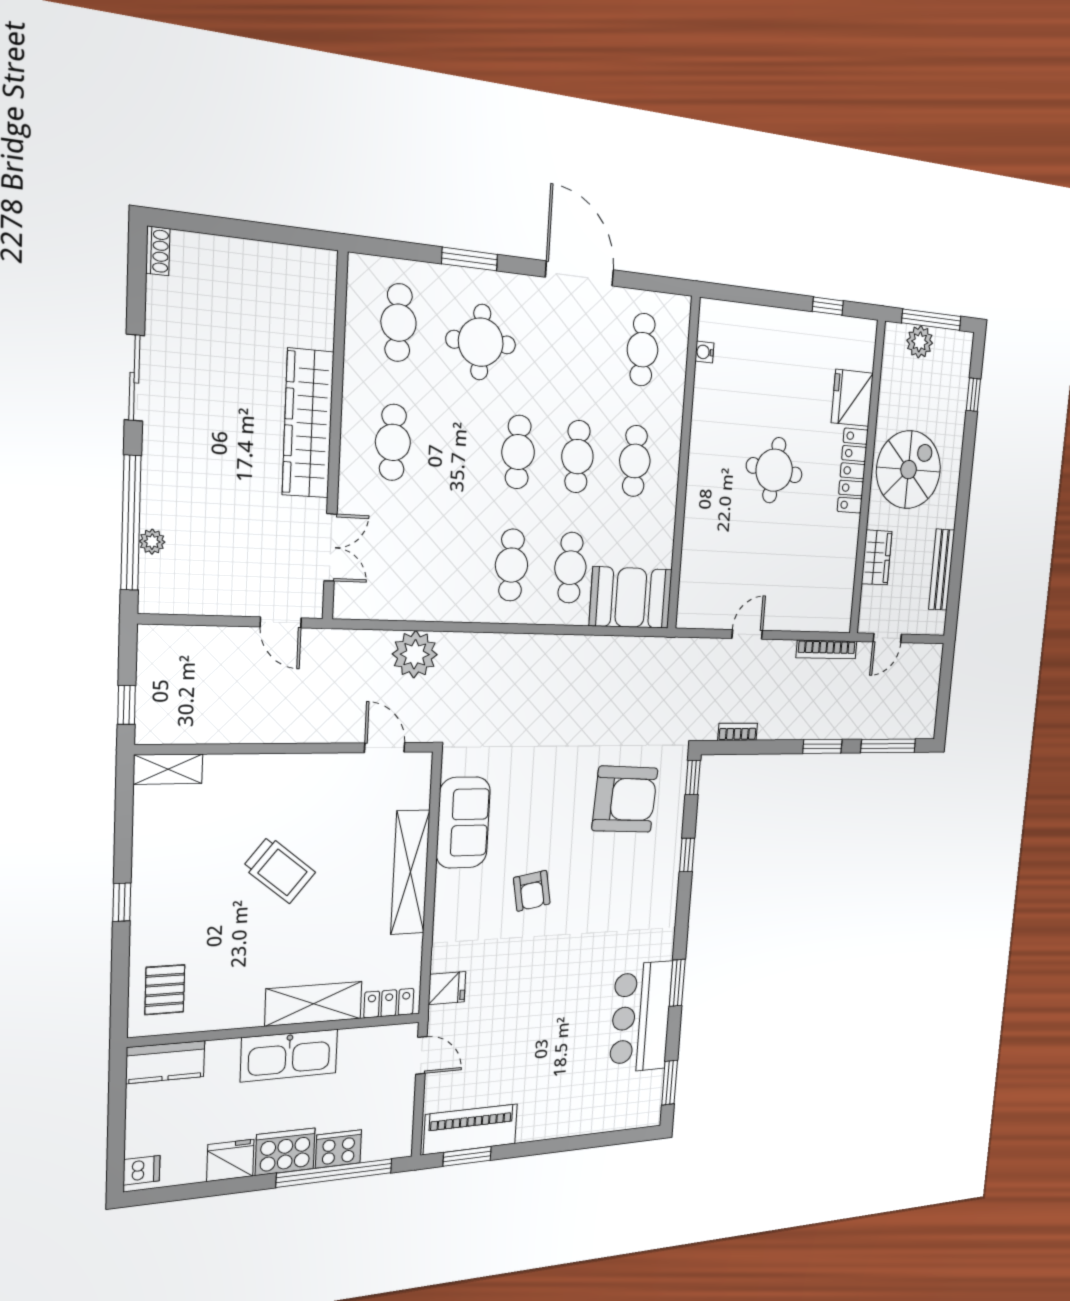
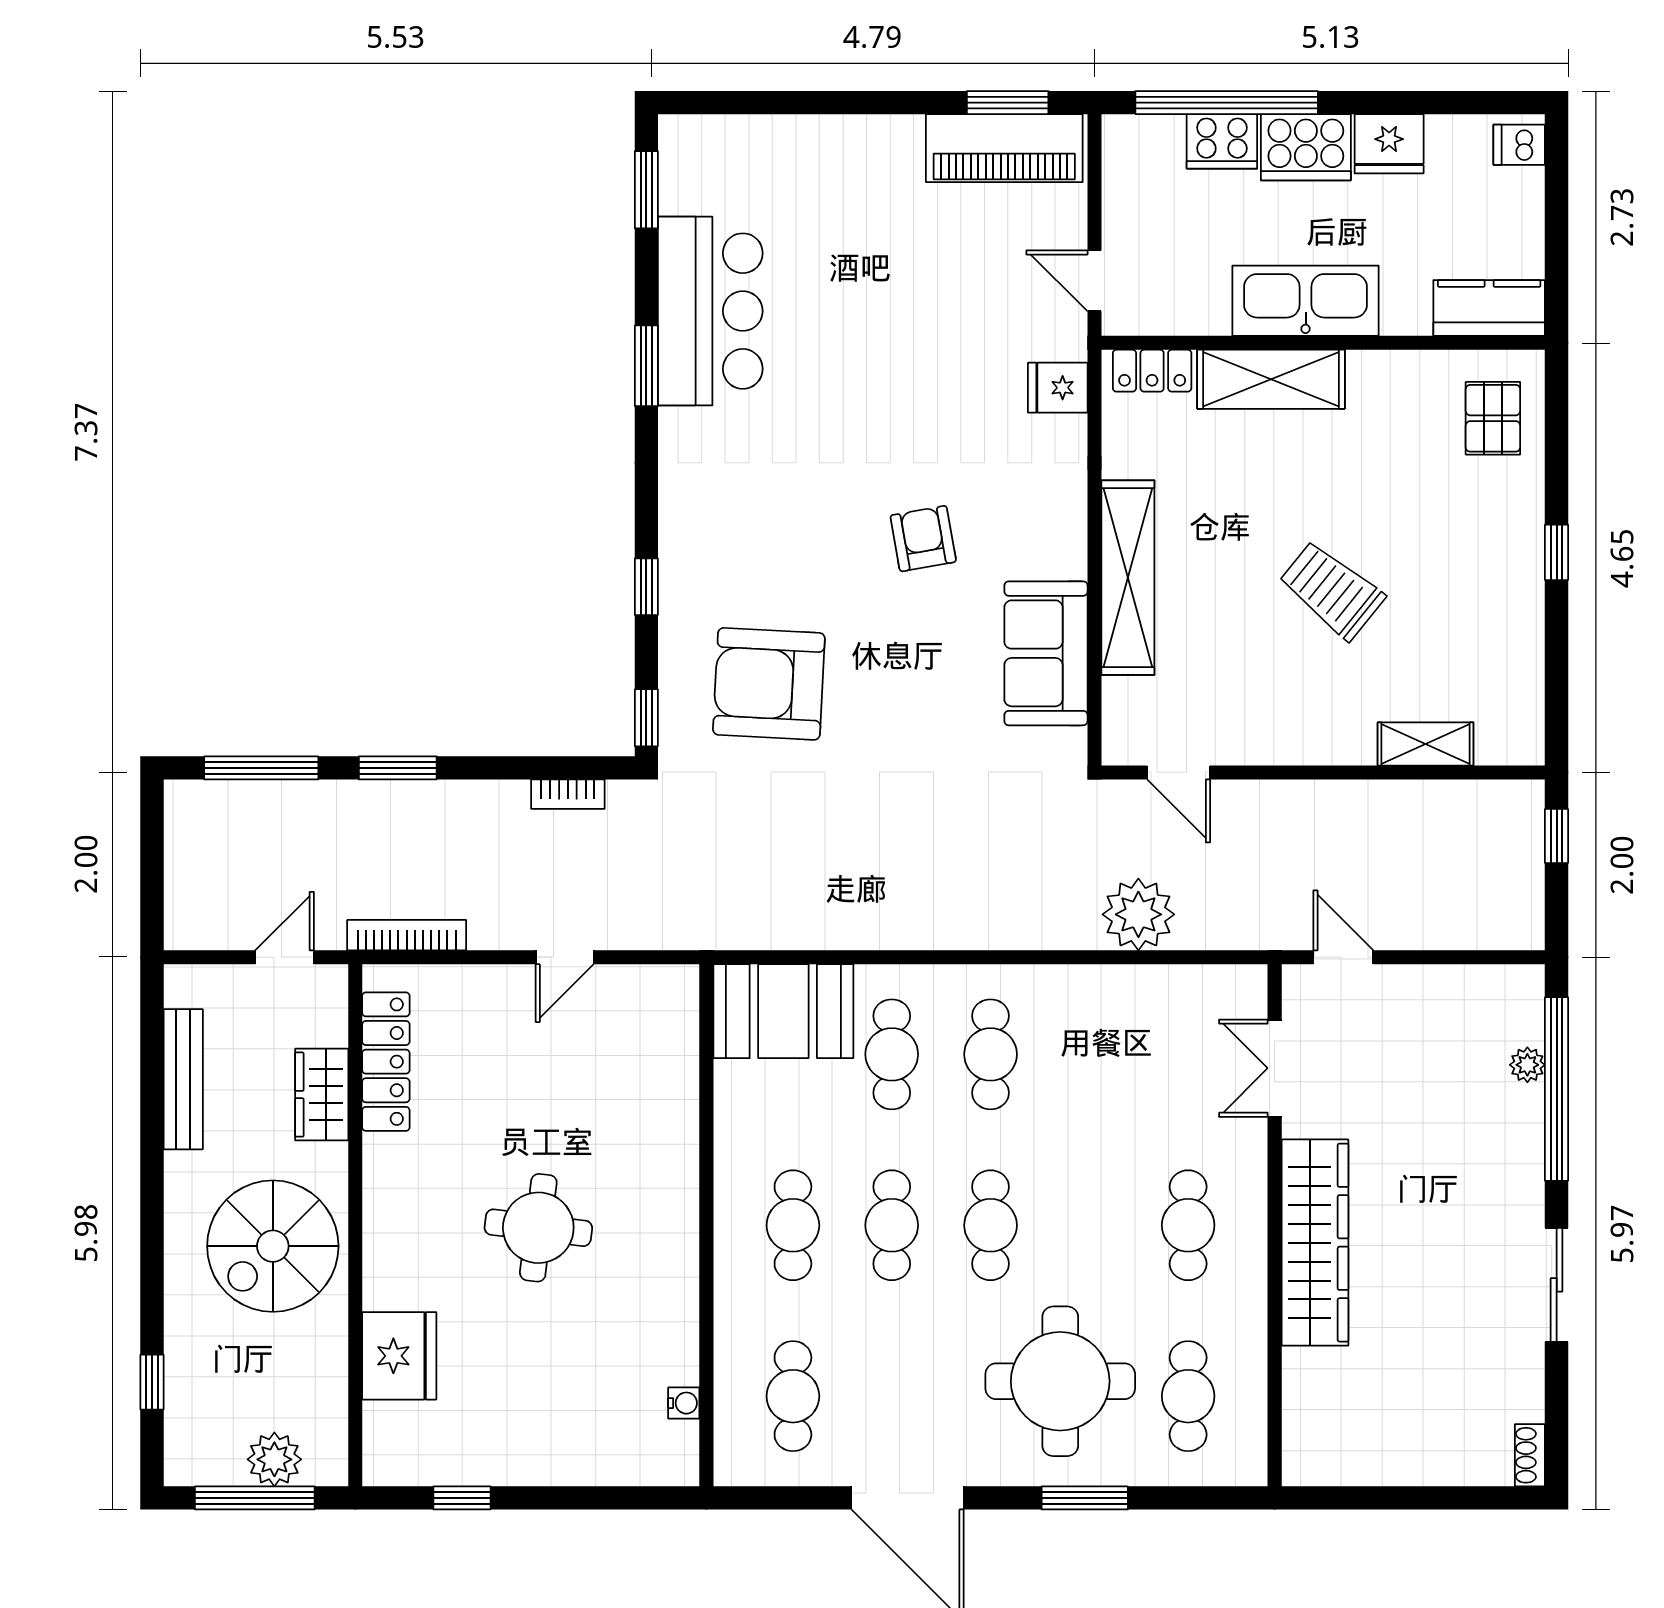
round table: (481, 342) -> (1060, 1381), width x1.36, depth x1.36
locker: (853, 471) -> (386, 1062), moved
shelving: (168, 769) -> (1426, 744), moved

